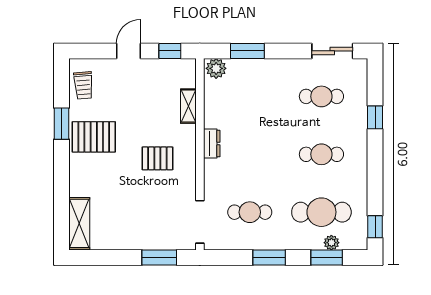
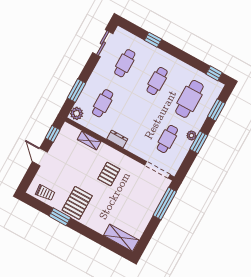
cafe table: (250, 96) -> (103, 103), added
plant: (331, 243) -> (191, 135), moved
window: (159, 258) -> (165, 204), width x1.44

